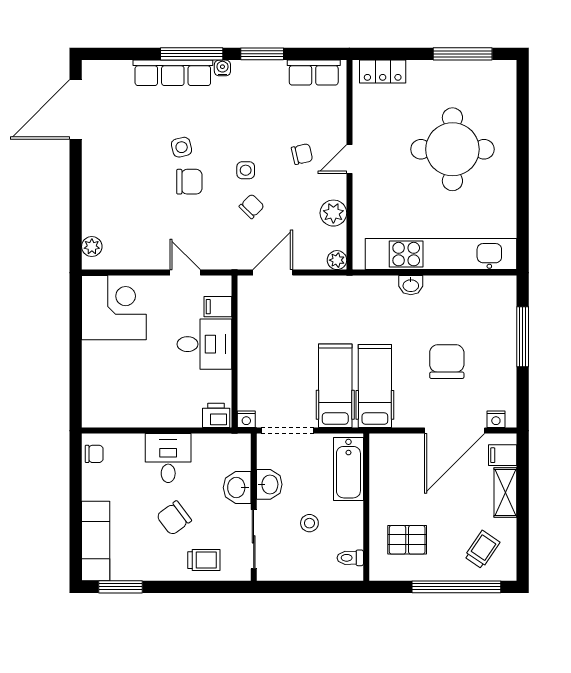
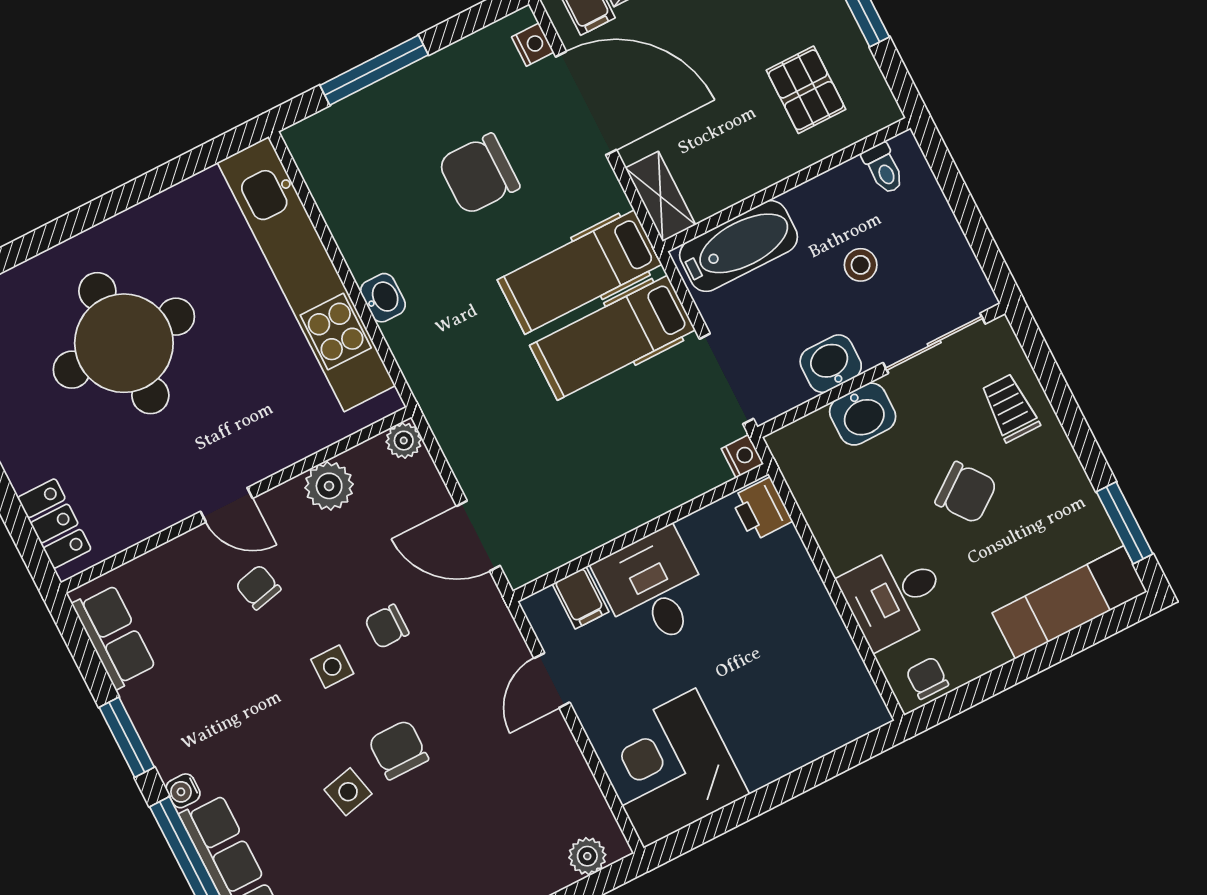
chair: (252, 206) -> (387, 626), turned -45
shelving: (391, 444) -> (660, 196), added
desk: (168, 458) -> (894, 596), moved

